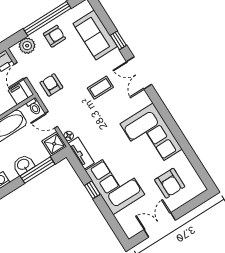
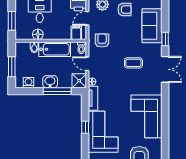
double door: (139, 73) -> (165, 69), swing flipped

